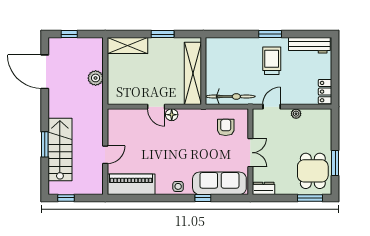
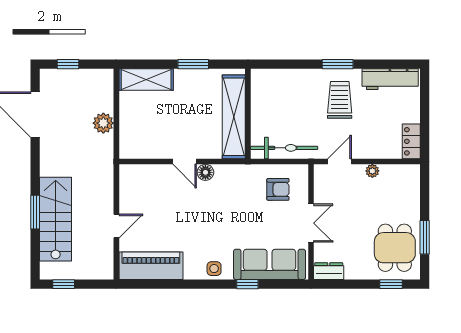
armchair: (226, 127) -> (278, 189), turned 90
window: (310, 198) -> (391, 284), width x0.67

